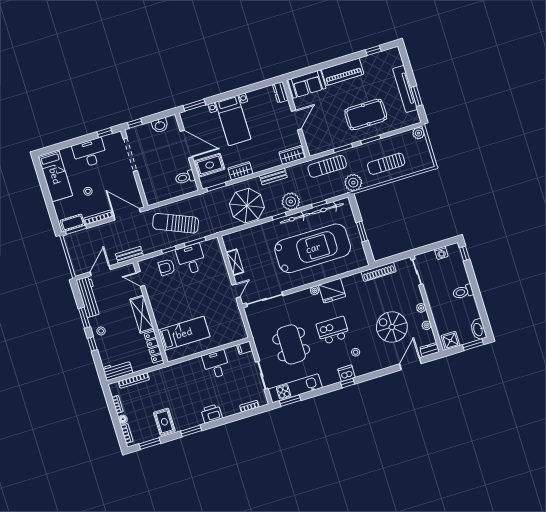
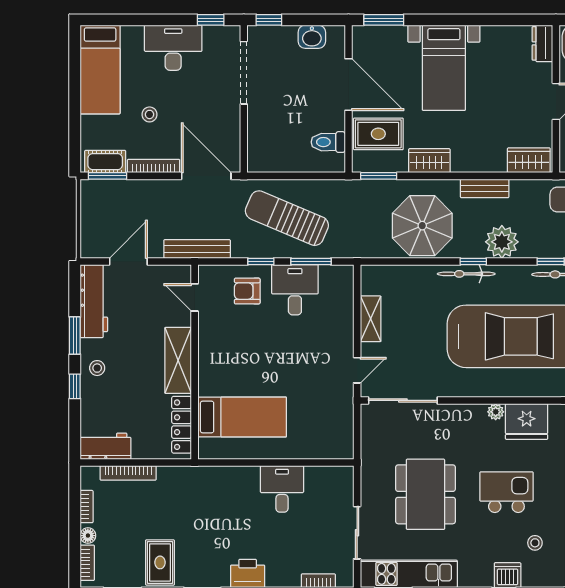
bicycle: (295, 218) -> (466, 274), moved
bench: (129, 255) -> (197, 249), width x1.36
filing cabinet: (244, 348) -> (341, 475), removed

